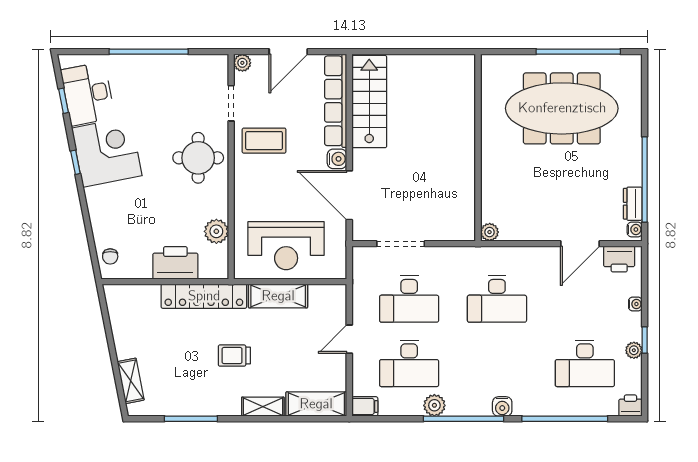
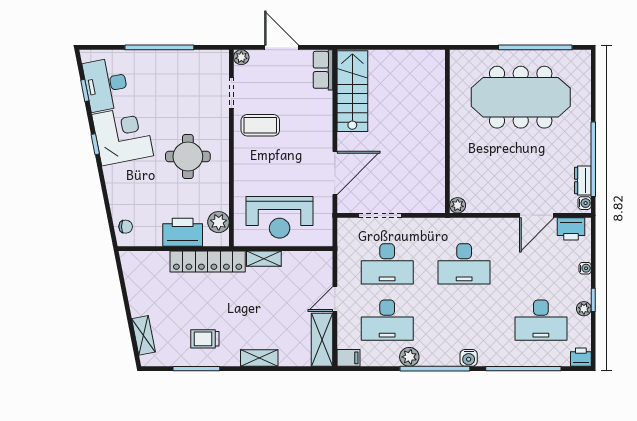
door: (288, 52) -> (282, 47), swing flipped
row of seats: (336, 101) -> (323, 70), width x0.50
round table: (198, 158) -> (188, 156), moved
water cooler: (337, 159) -> (324, 141), removed
door: (349, 195) -> (335, 173), swing flipped
plant: (216, 231) -> (219, 222), moved
chair: (110, 256) -> (126, 227), turned -90
shelving: (278, 296) -> (264, 259), width x0.67, depth x0.75
trolley: (234, 356) -> (205, 339), moved
shelving: (316, 404) -> (322, 340), moved, turned 90

